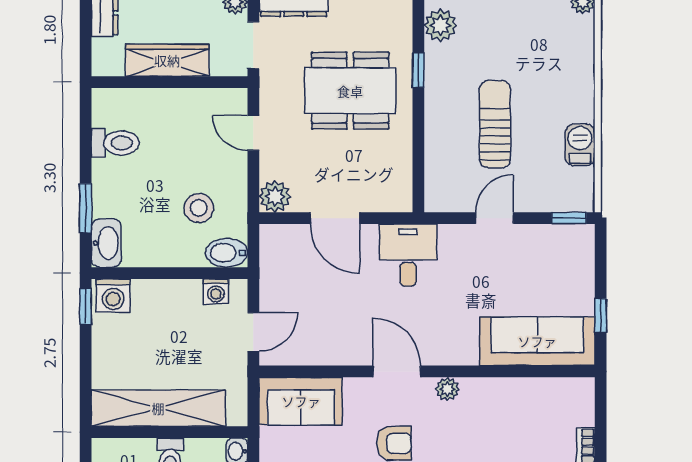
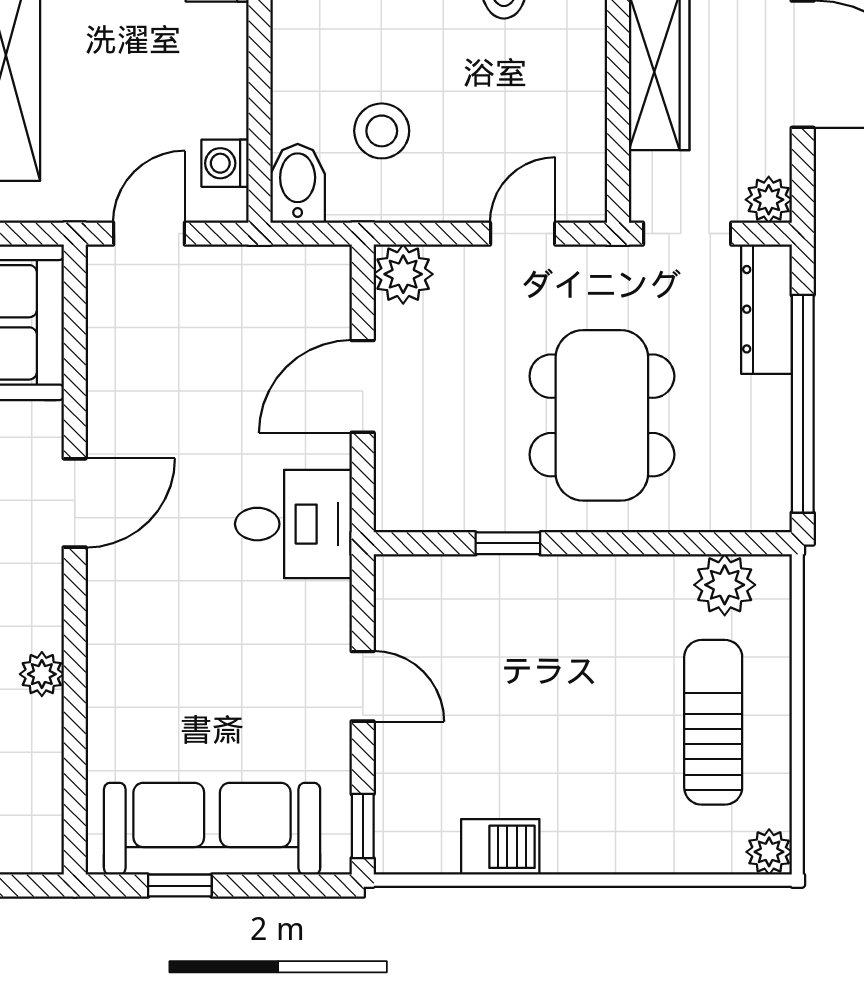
window: (418, 70) -> (508, 543), moved
sun lounger: (495, 124) -> (713, 722), moved, turned -90
door: (253, 332) -> (149, 234), swing flipped
sofa: (537, 341) -> (212, 829), moved, turned -90
plant: (447, 389) -> (42, 674), moved

